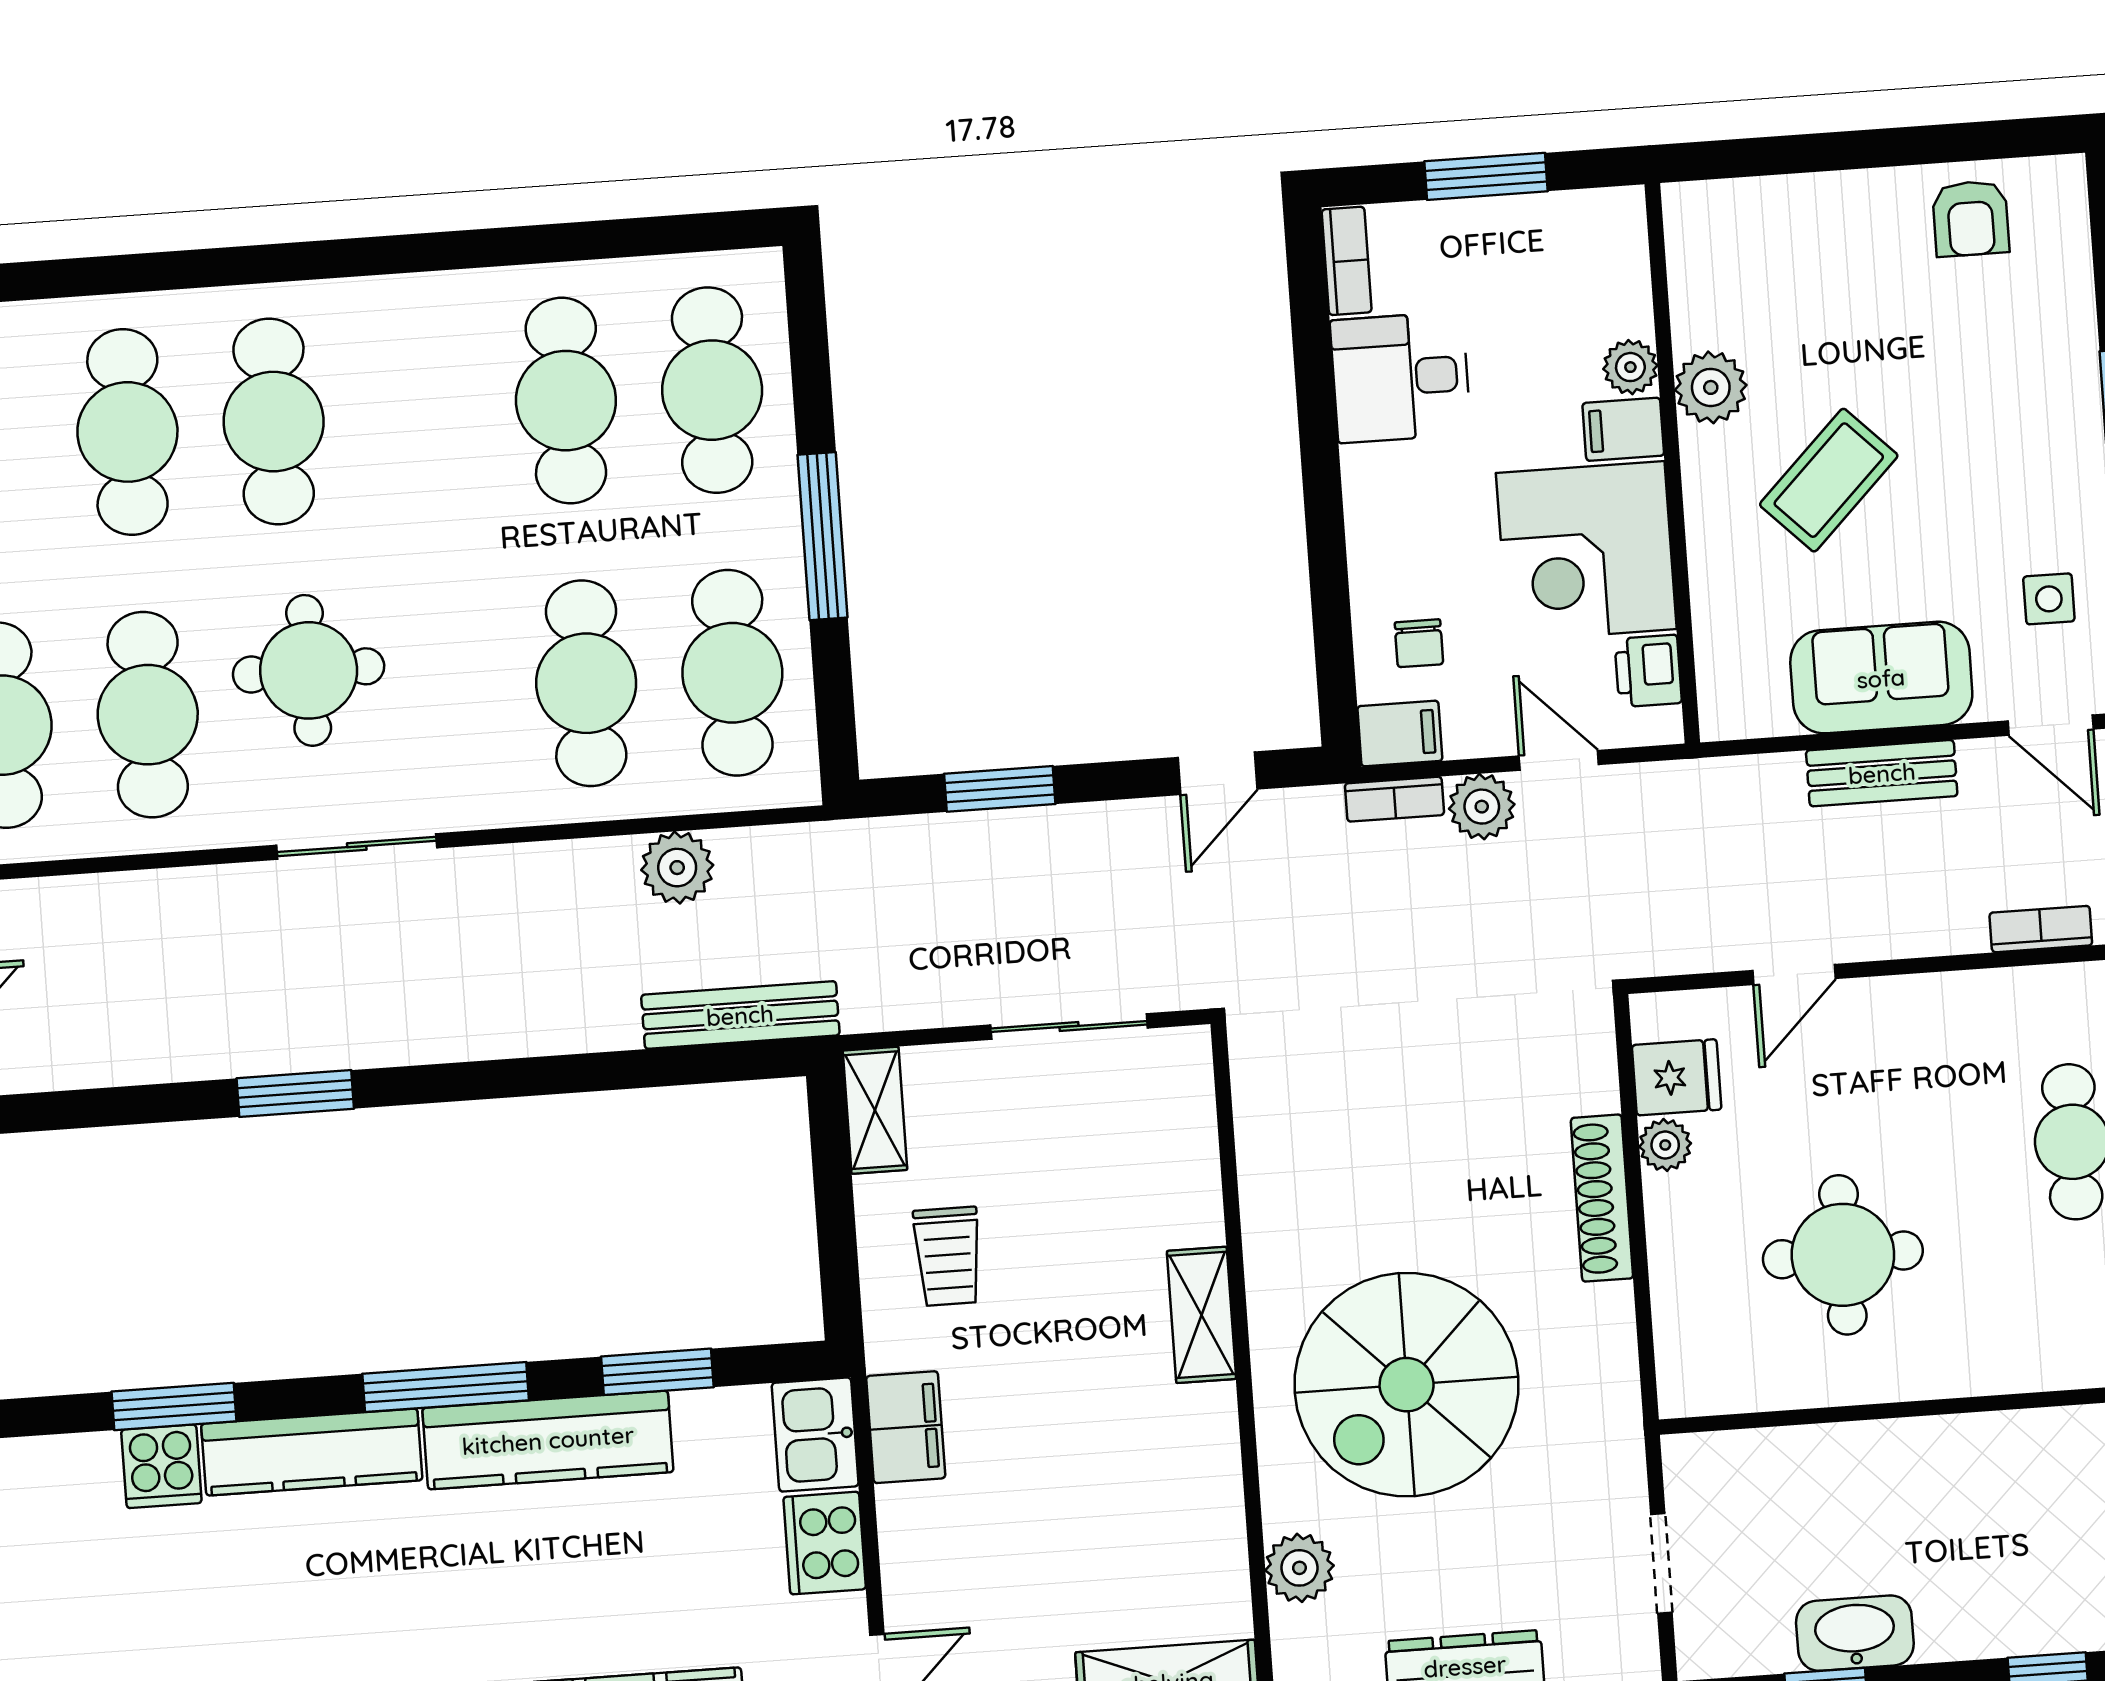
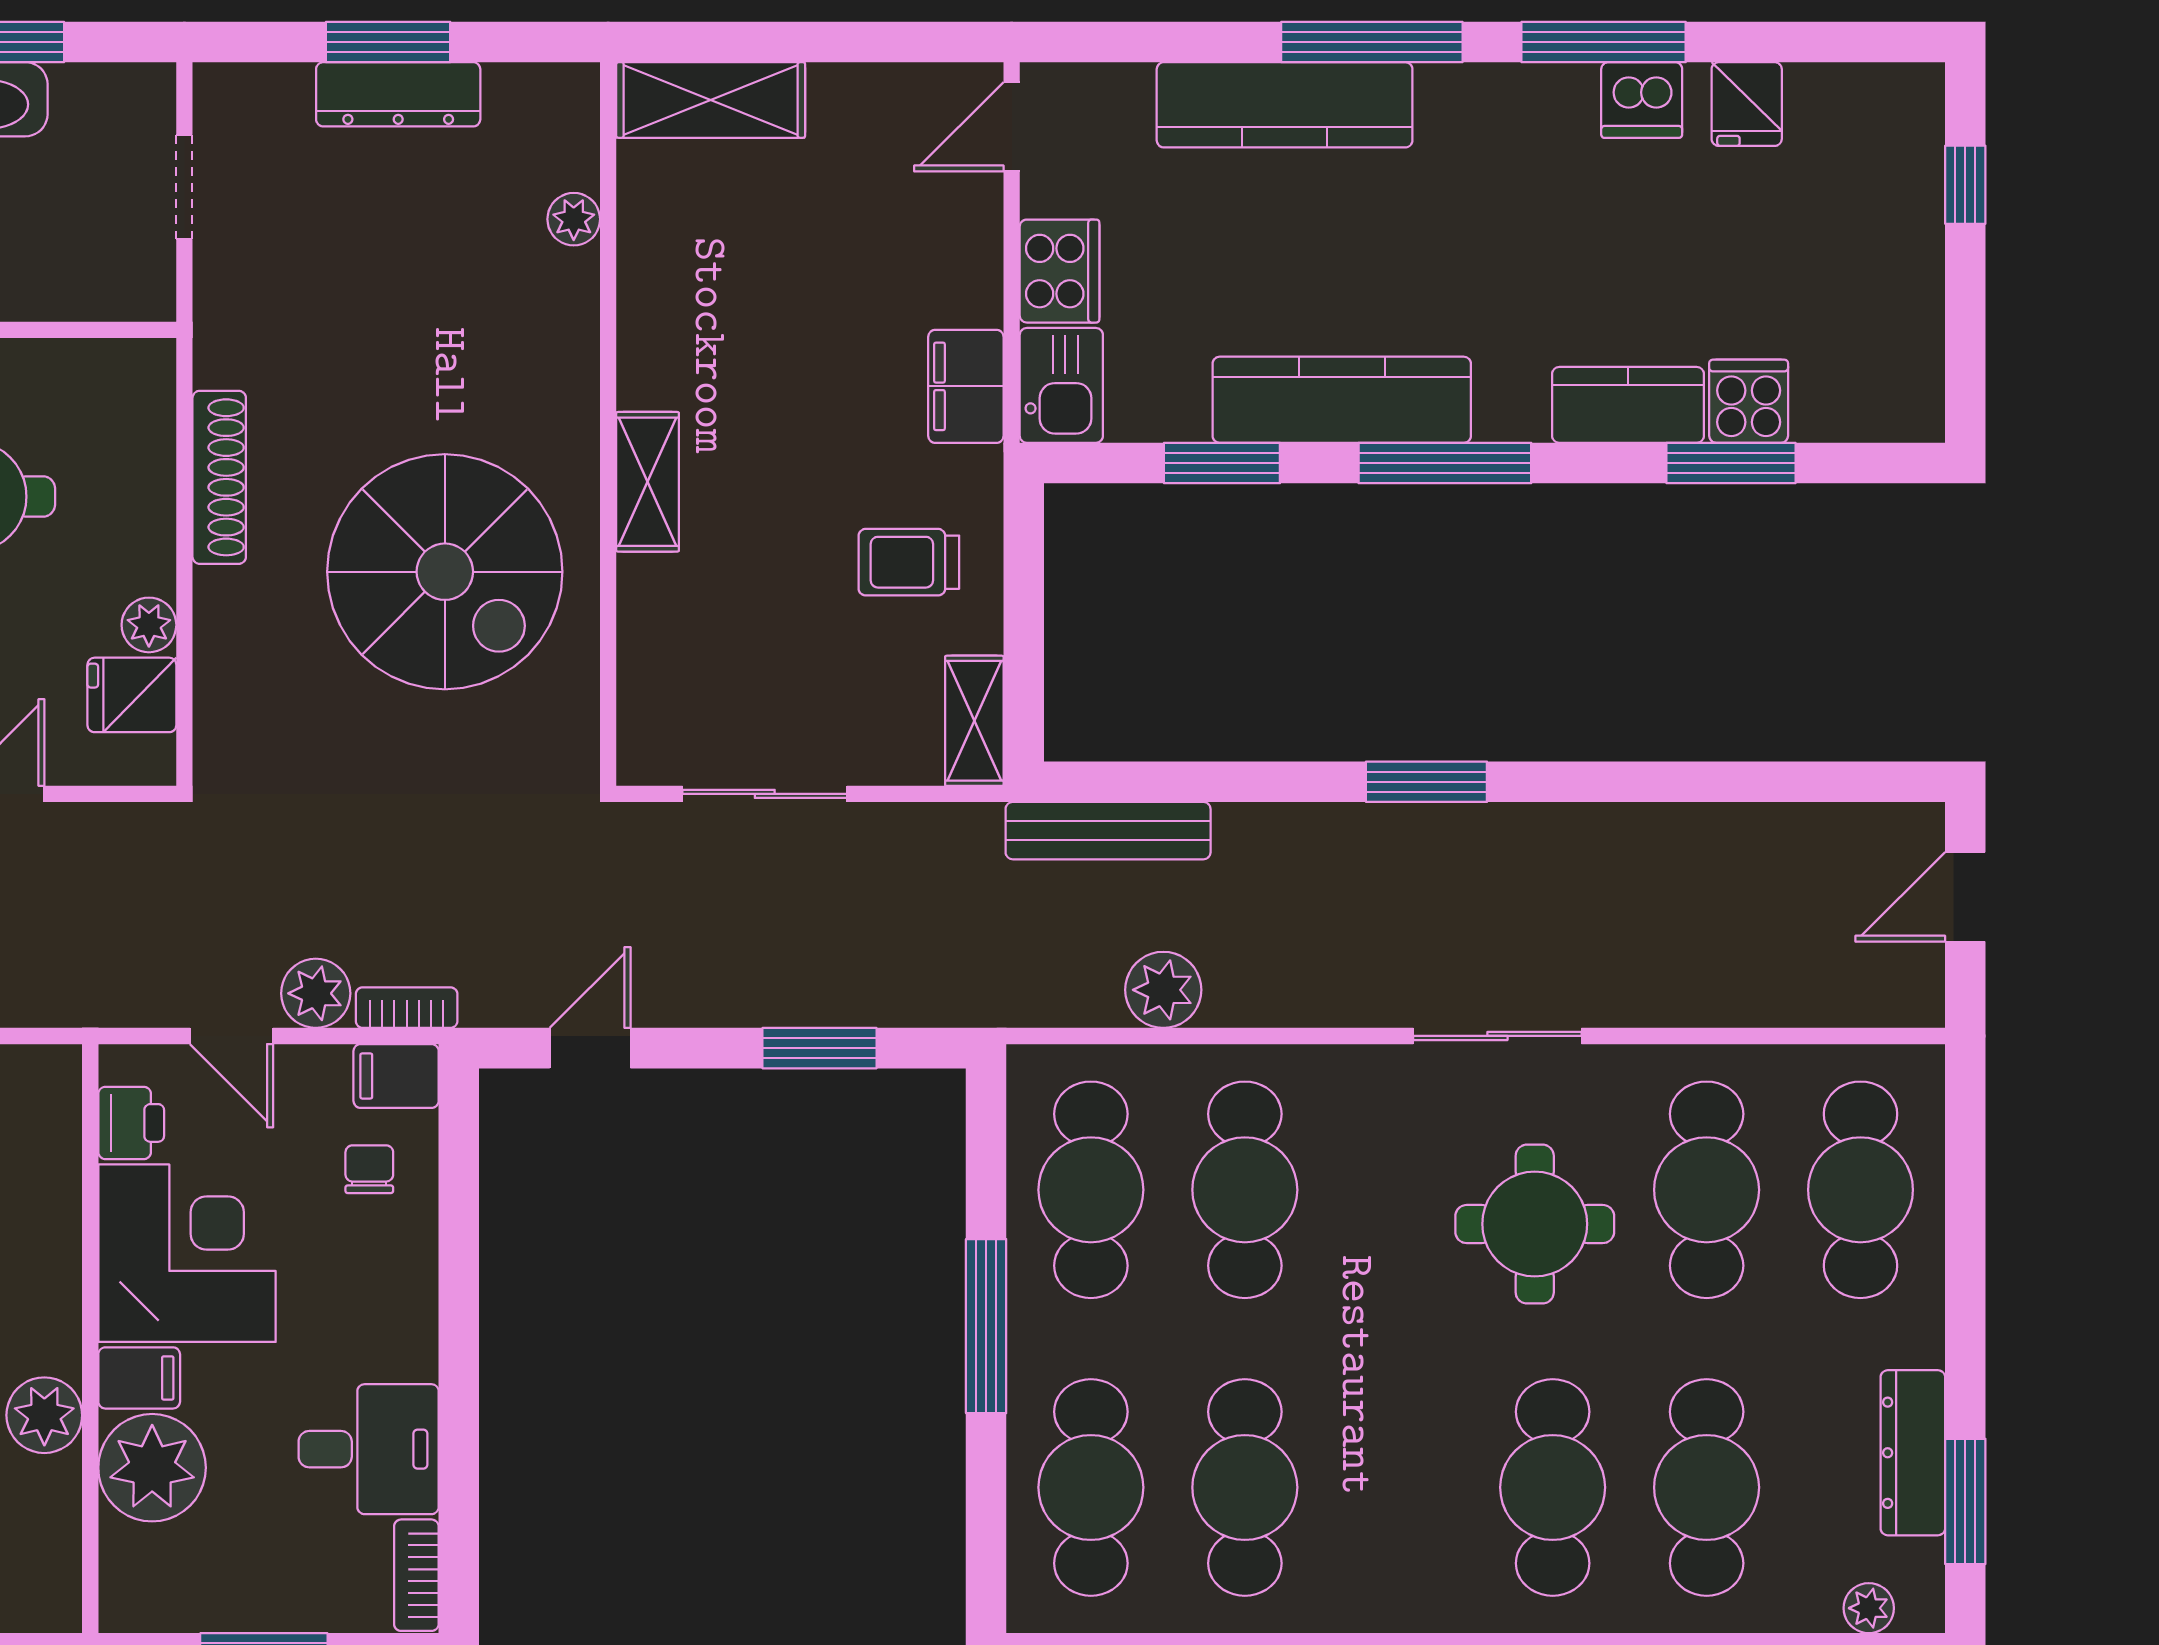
plant: (1630, 367) -> (152, 1468), width x1.87, depth x1.87
window: (295, 1094) -> (1426, 782), moved
shoe rack: (1602, 1198) -> (219, 477), moved
trolley: (948, 1256) -> (909, 562), turned -90
spiral stairs: (1407, 1385) -> (445, 572), moved, turned 90
kitchen counter: (312, 1452) -> (1628, 405), width x0.67
plant: (1299, 1568) -> (574, 219), width x0.73, depth x0.73

